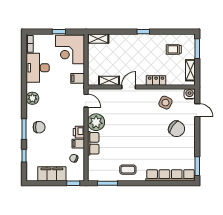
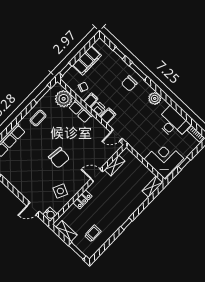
filing cabinet: (78, 78) -> (108, 116), moved
door: (129, 87) -> (97, 175), swing flipped
plant: (96, 122) -> (64, 99), moved
chair: (177, 129) -> (59, 158), moved, turned -119

